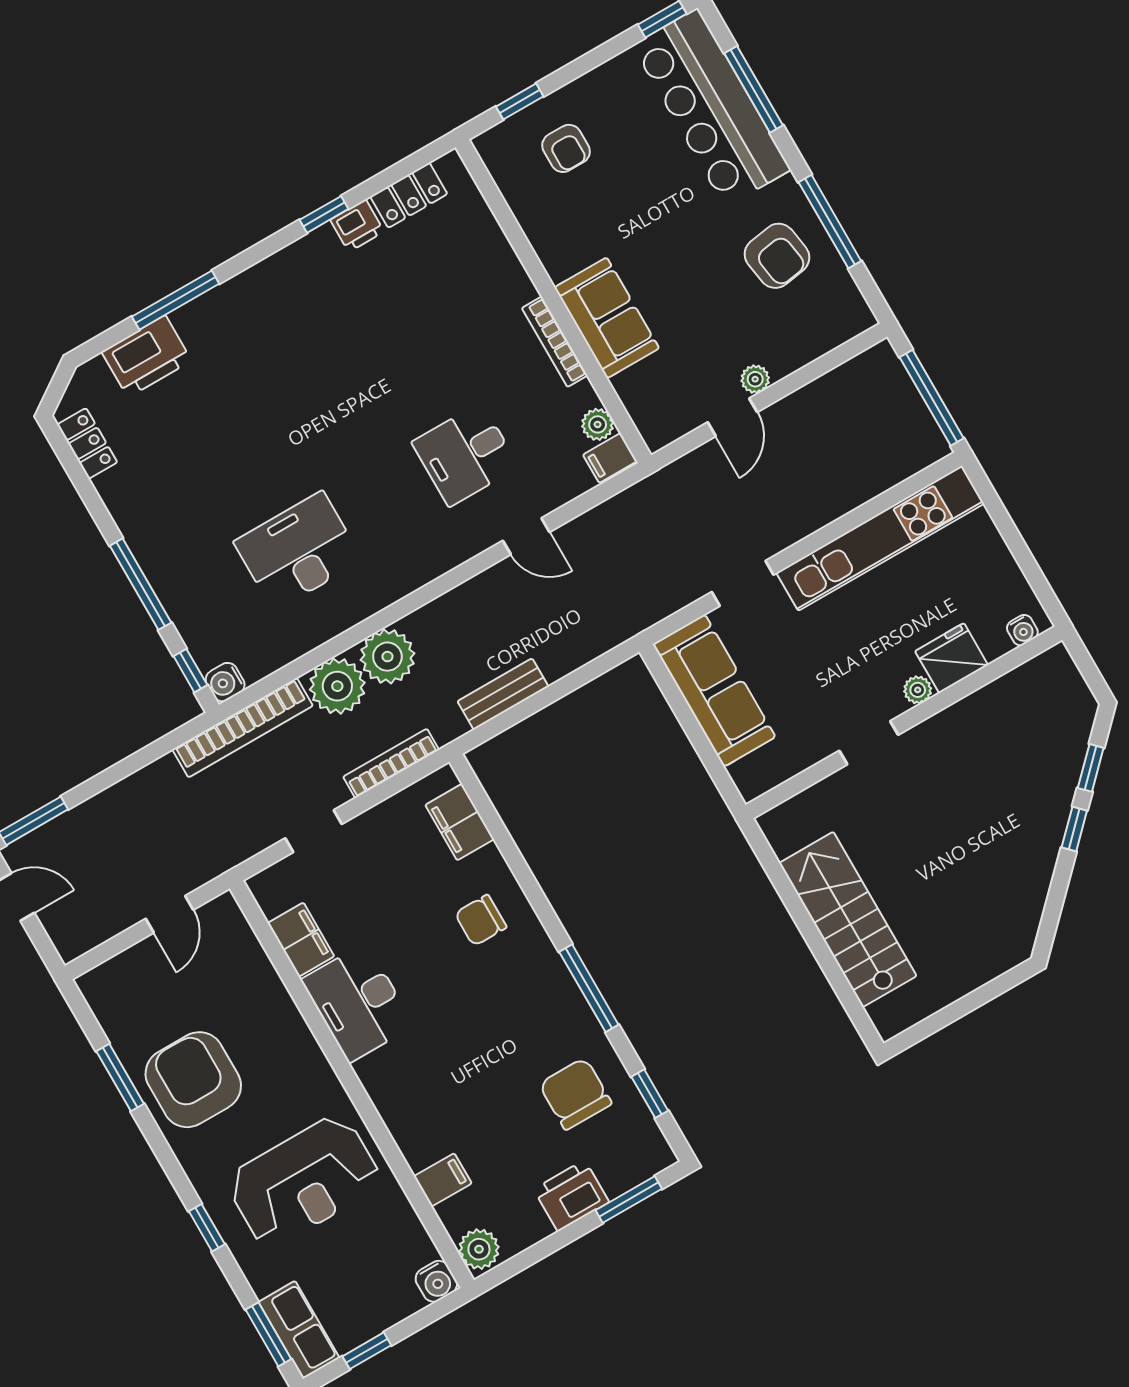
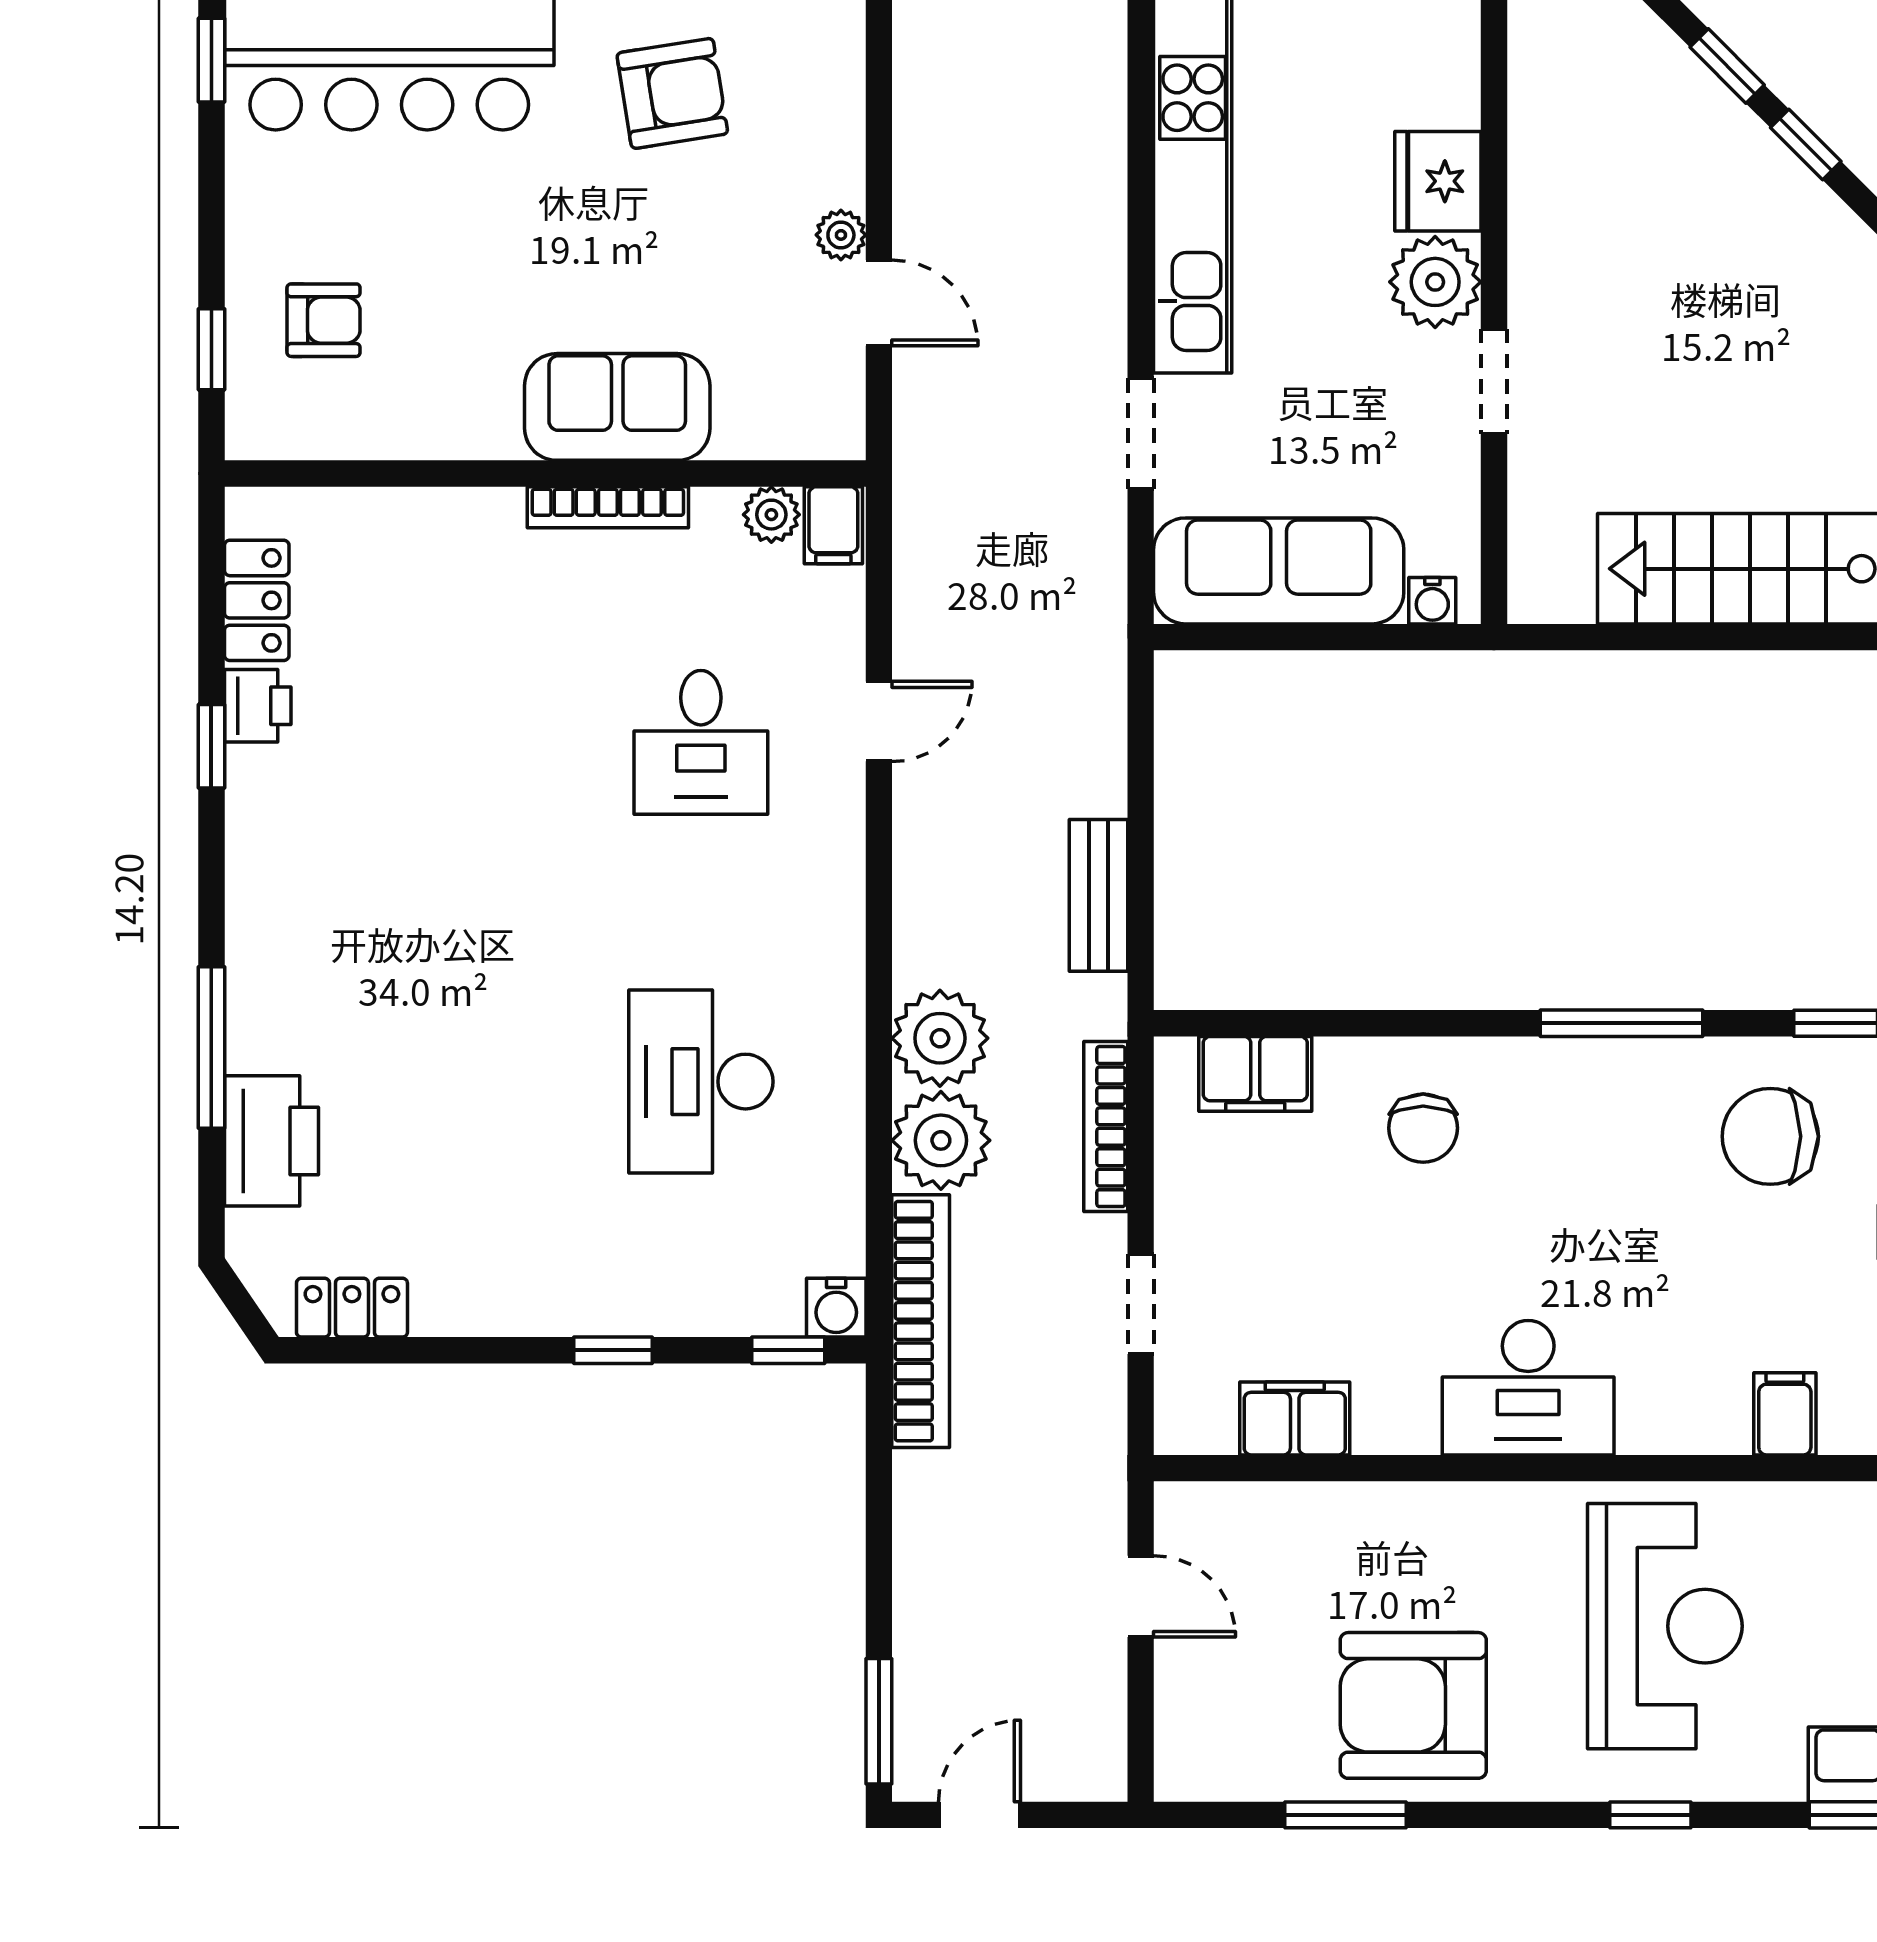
window: (141, 584) -> (613, 1350), width x0.46
water cooler: (1022, 630) -> (1432, 601), moved, turned 90
plant: (918, 690) -> (1435, 282), width x1.88, depth x1.88
desk: (358, 1003) -> (1528, 1388), moved

